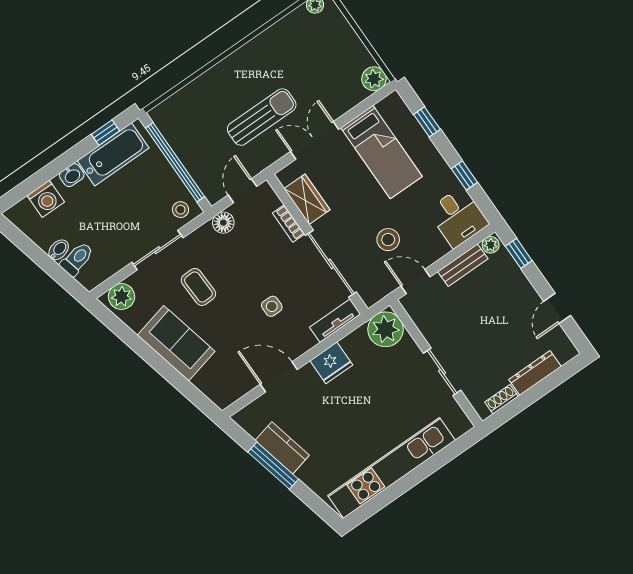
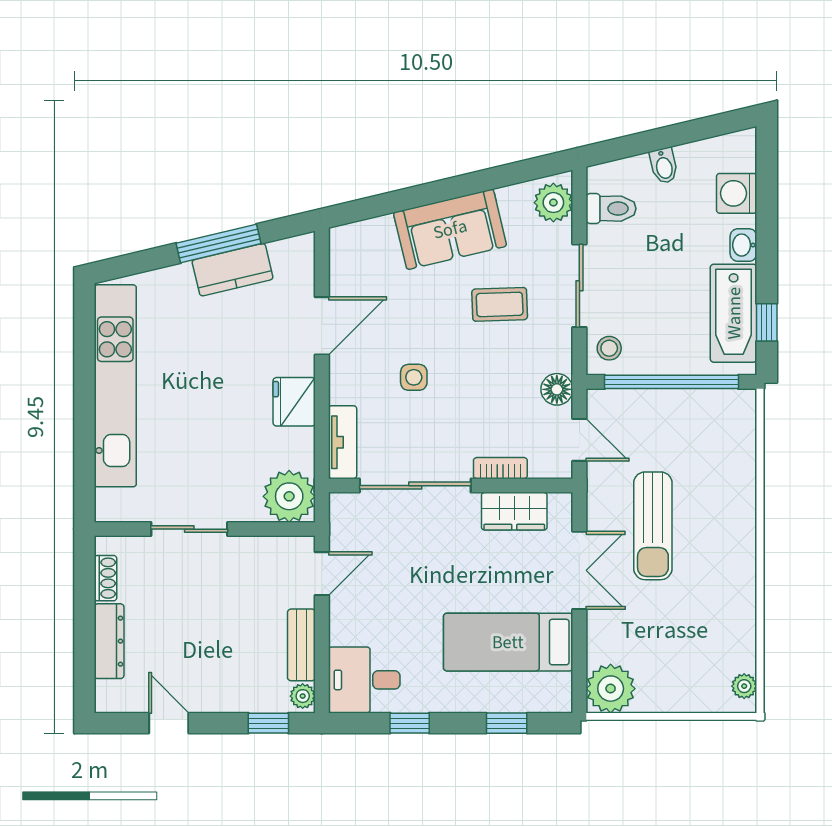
plant: (374, 79) -> (611, 689), width x1.36, depth x1.36
stool: (388, 240) -> (396, 576), removed
toilet: (77, 259) -> (611, 209), moved, turned -77

